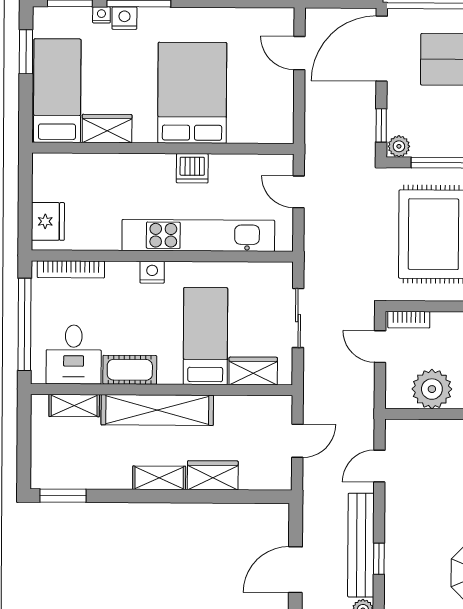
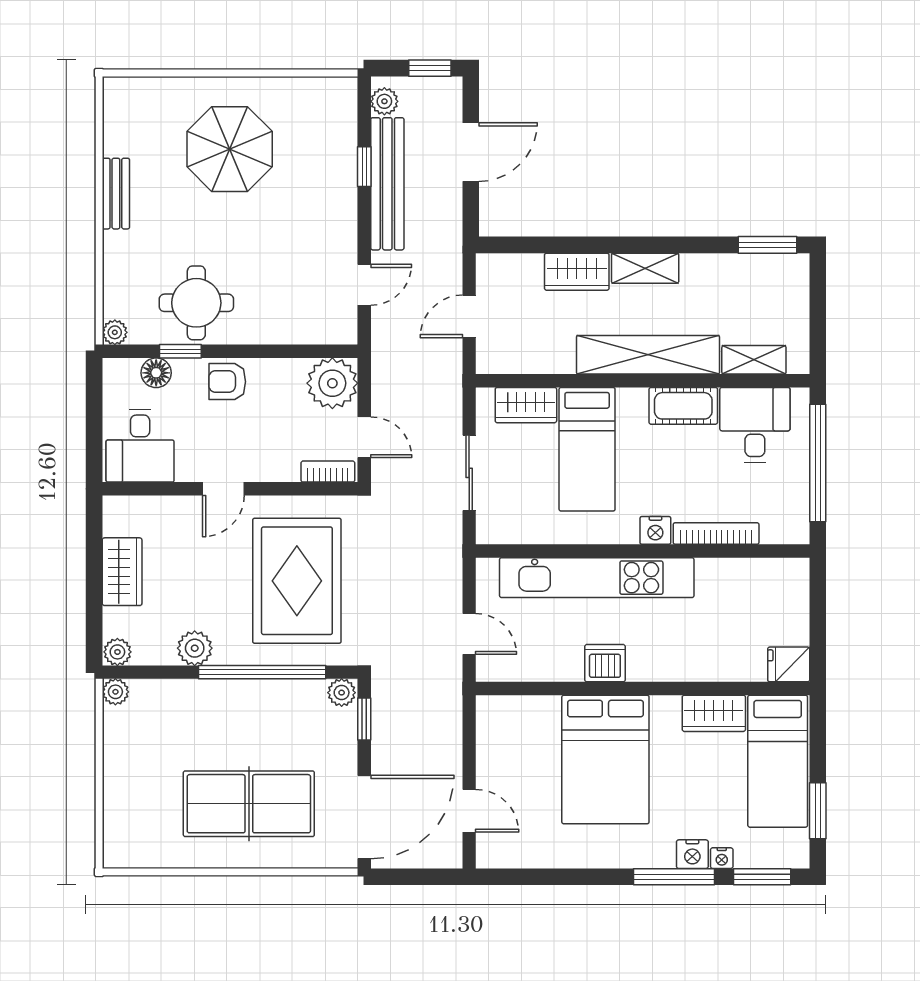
fridge: (48, 221) -> (789, 664), moved, width x0.72
bookcase: (71, 269) -> (716, 534), moved
plant: (432, 389) -> (332, 383), moved

